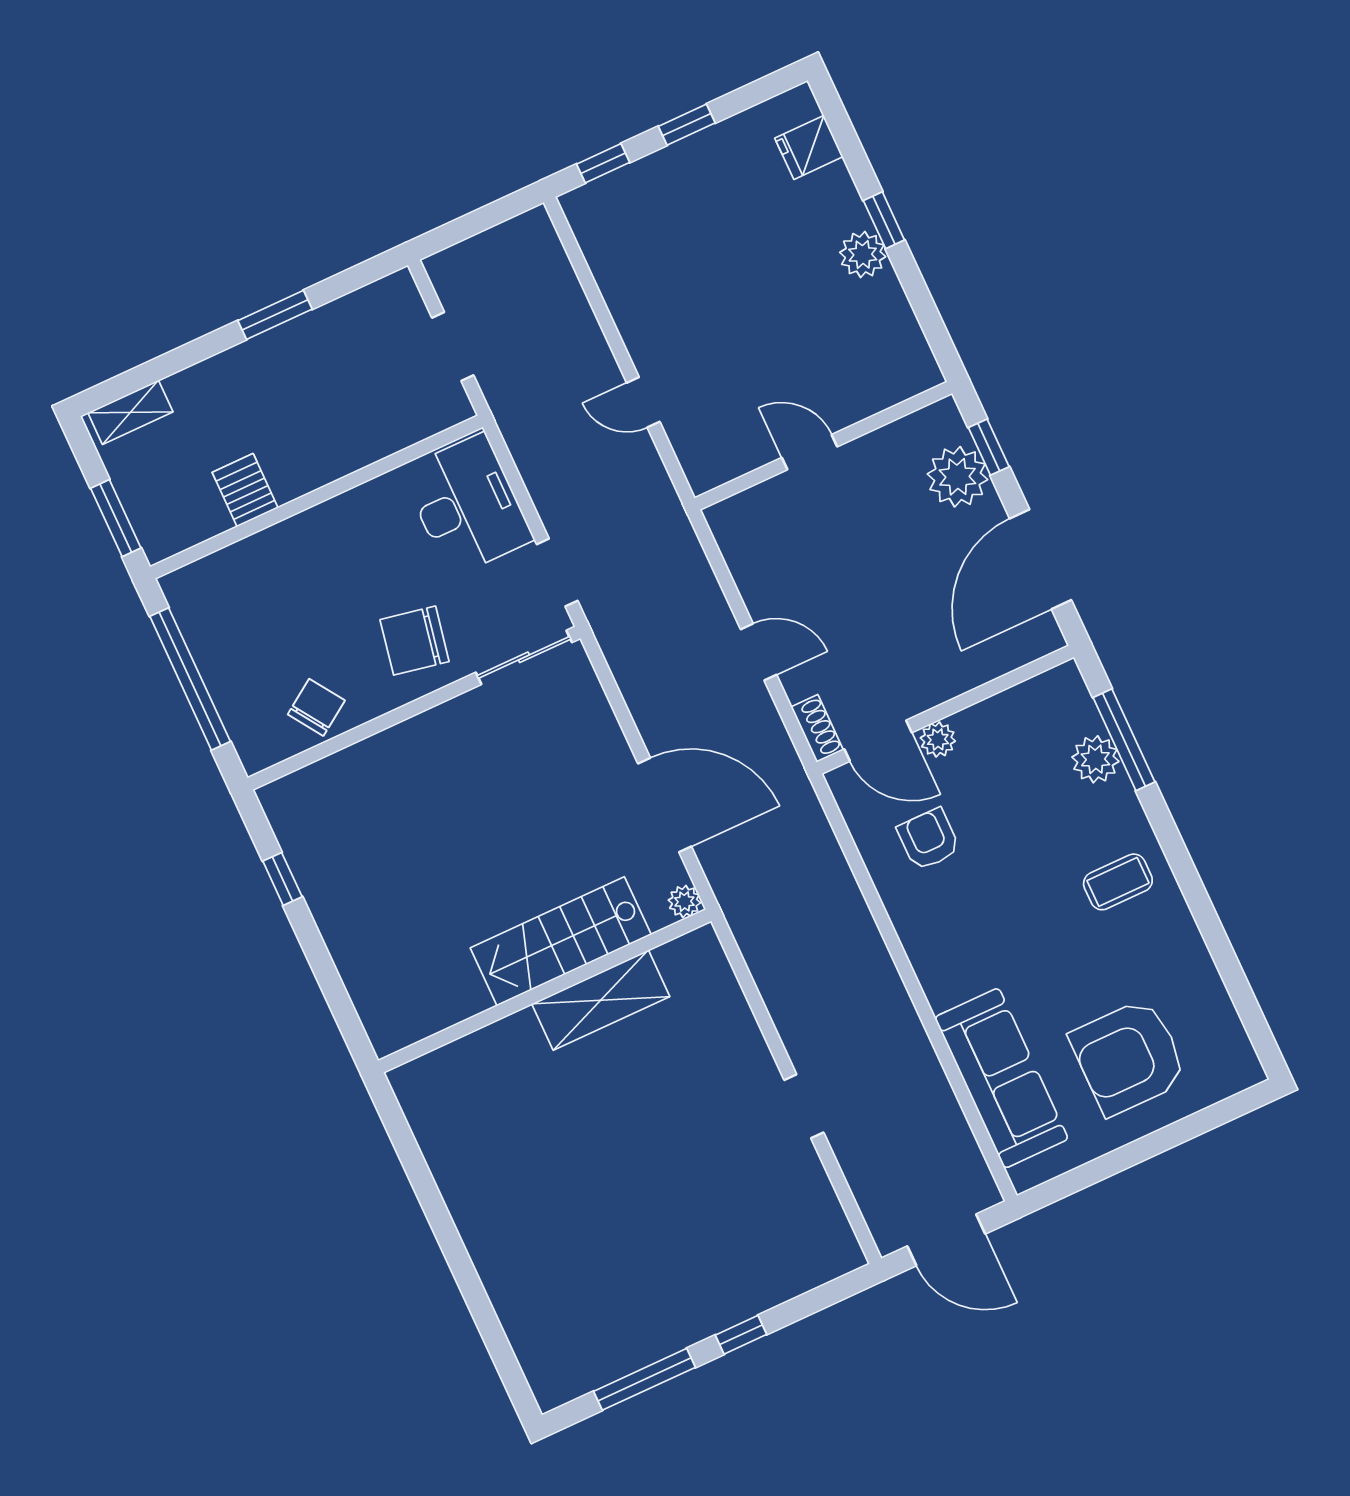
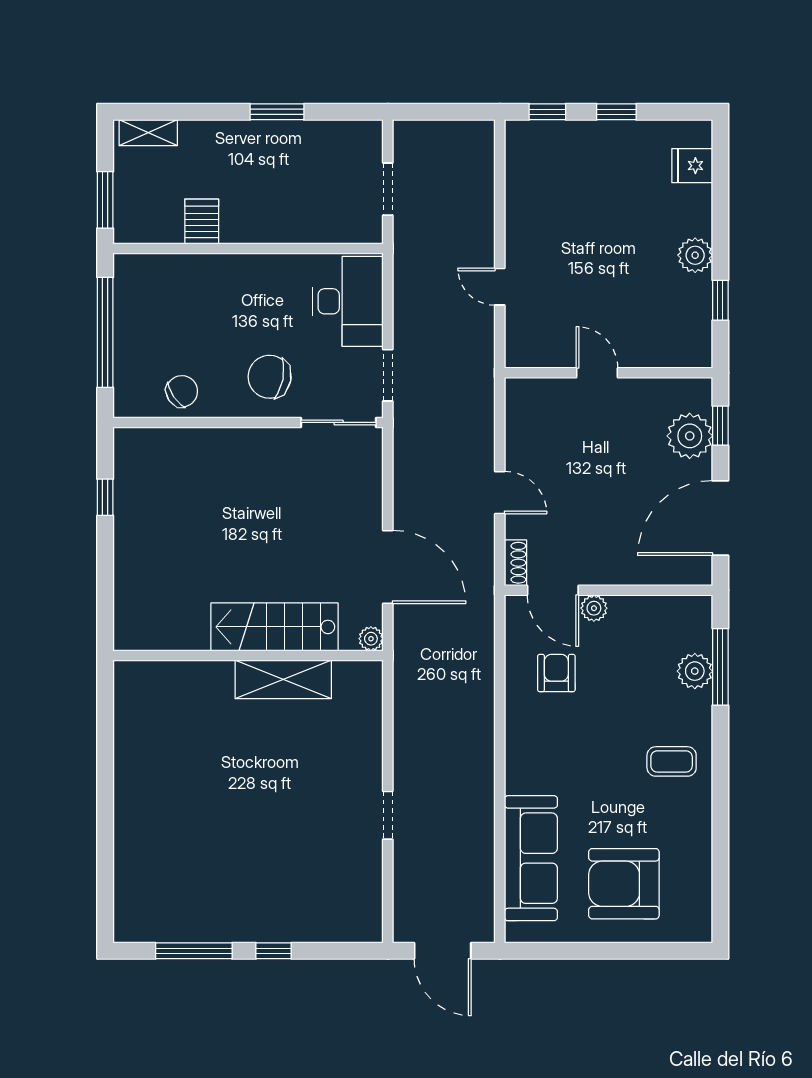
window: (884, 220) -> (720, 300), moved

